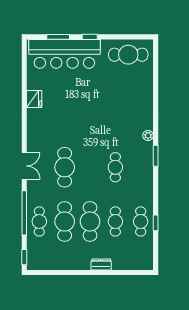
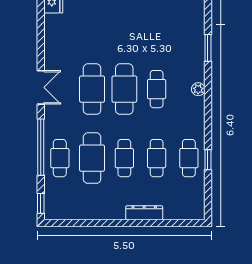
plant: (148, 135) -> (198, 89), moved
window: (156, 156) -> (208, 48), moved
cafe table: (90, 167) -> (124, 89), added
cafe table: (90, 221) -> (124, 158), width x0.73, depth x0.74
dresser: (101, 264) -> (144, 213), width x1.44

